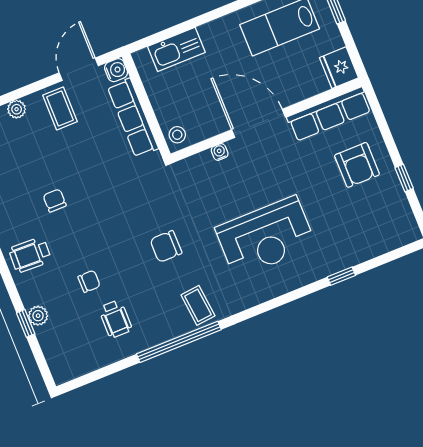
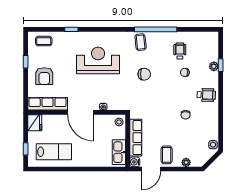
kitchen sink: (176, 49) -> (119, 152), moved, turned -90
armchair: (357, 165) -> (44, 76), turned 180
coffee table: (385, 232) -> (44, 41), added

